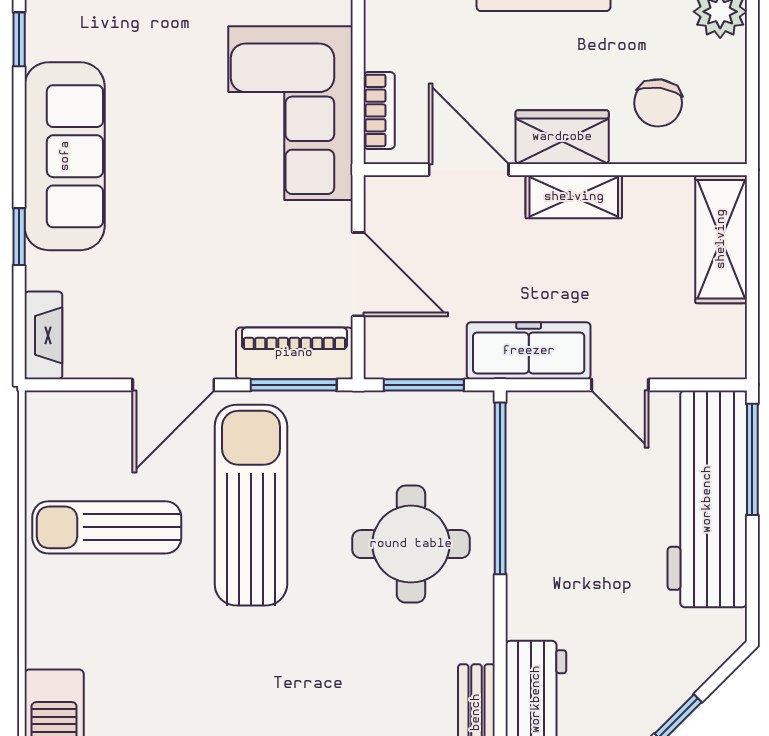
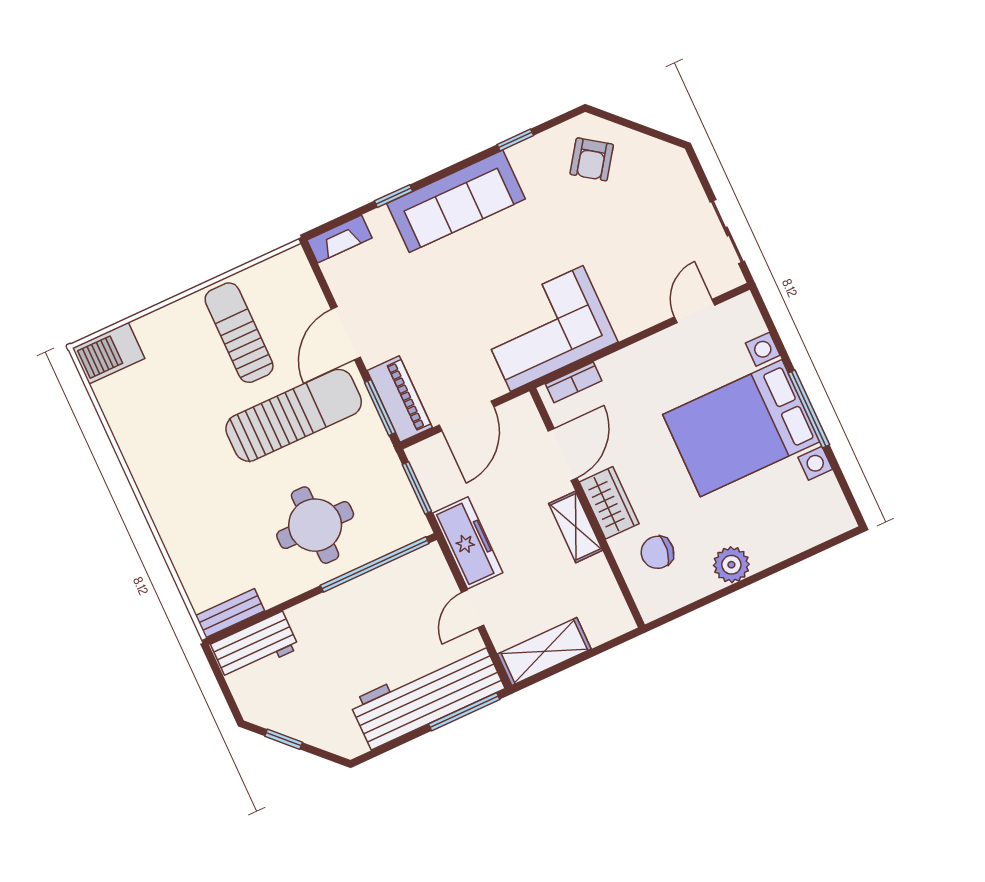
shelving: (721, 239) -> (544, 651), moved
door: (173, 385) -> (346, 333), hinge flipped

